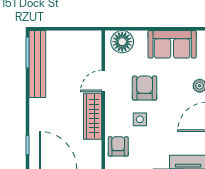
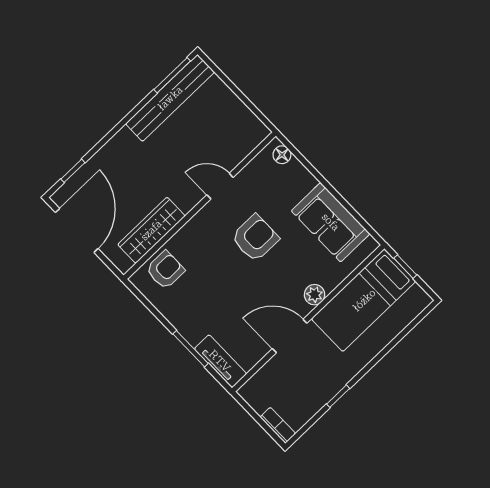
floor lamp: (122, 42) -> (282, 155), width x0.53, depth x0.53
wardrobe: (93, 116) -> (151, 230), moved
side table: (140, 119) -> (217, 265), removed

